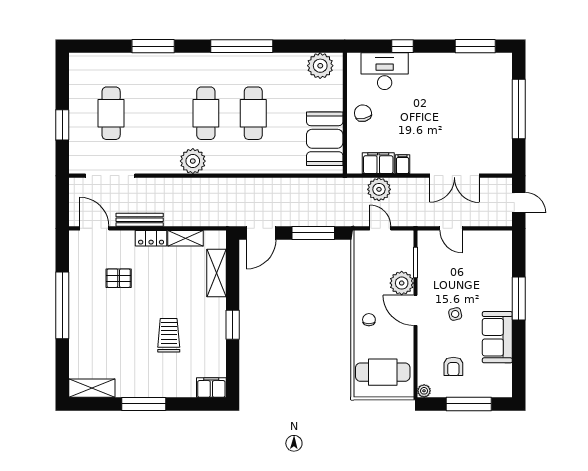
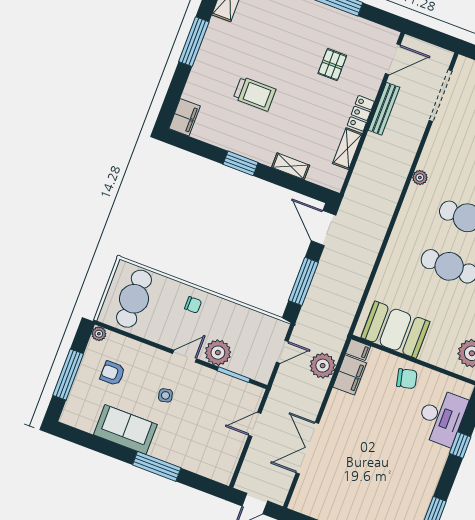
plant: (193, 161) -> (420, 178), width x0.53, depth x0.53
filing cabinet: (403, 164) -> (358, 350), moved
shelving: (217, 273) -> (291, 166), width x0.67, depth x0.75
door: (415, 310) -> (185, 356), width x0.73

